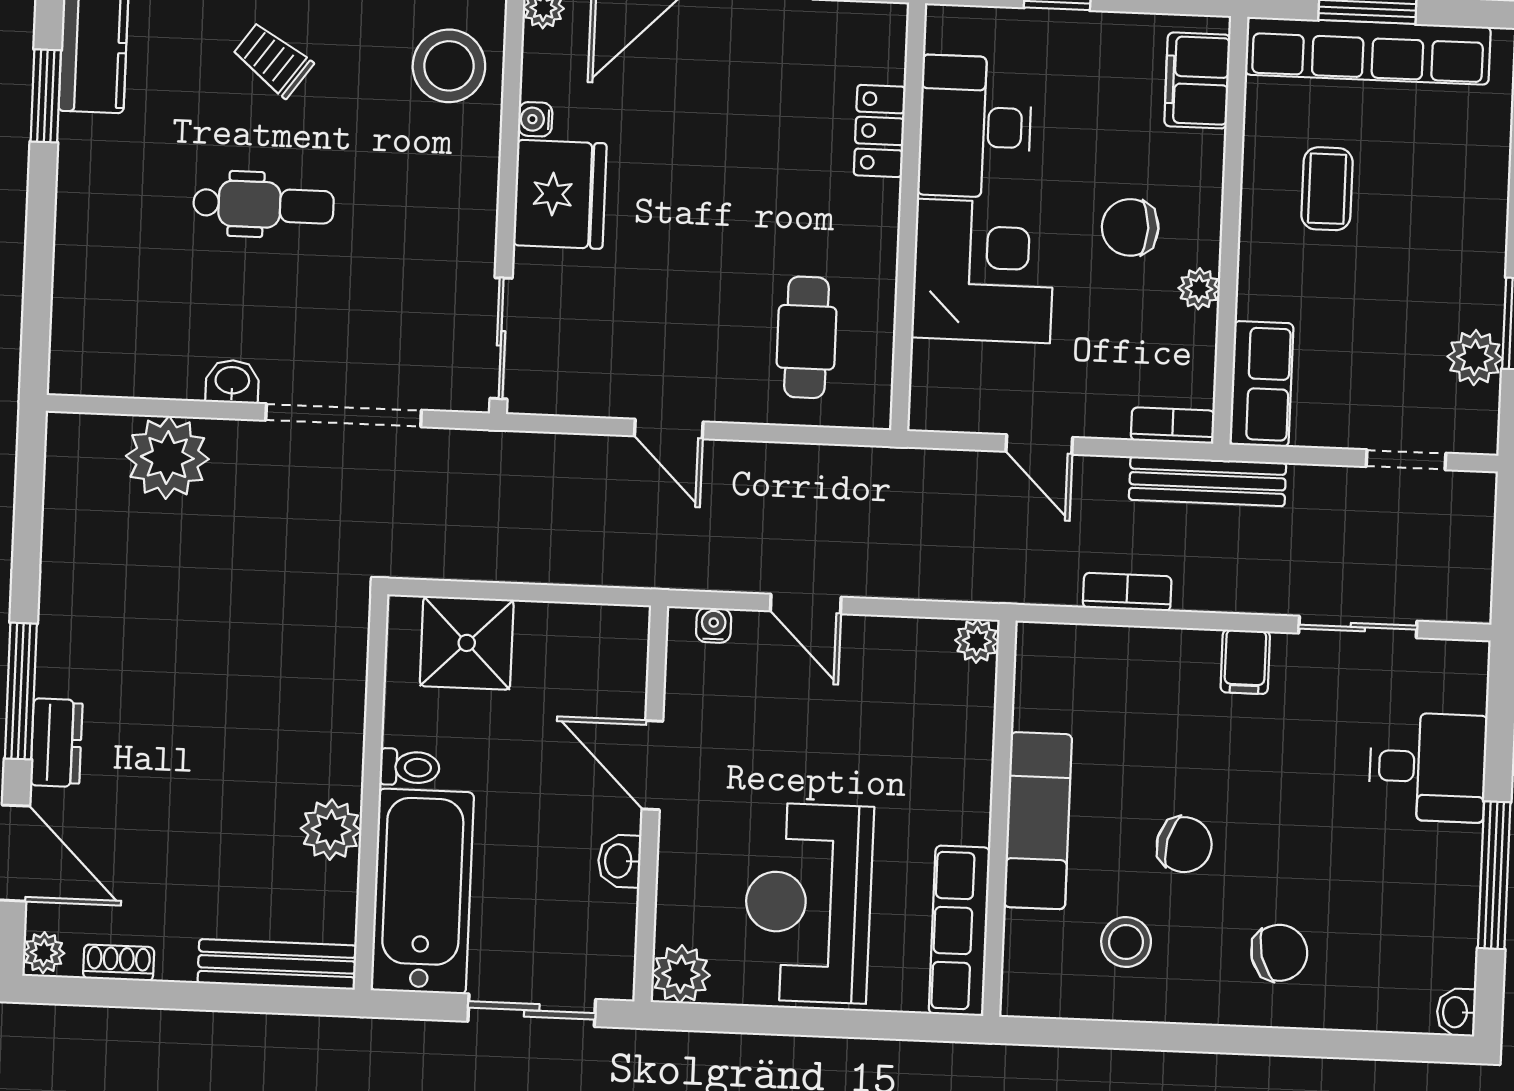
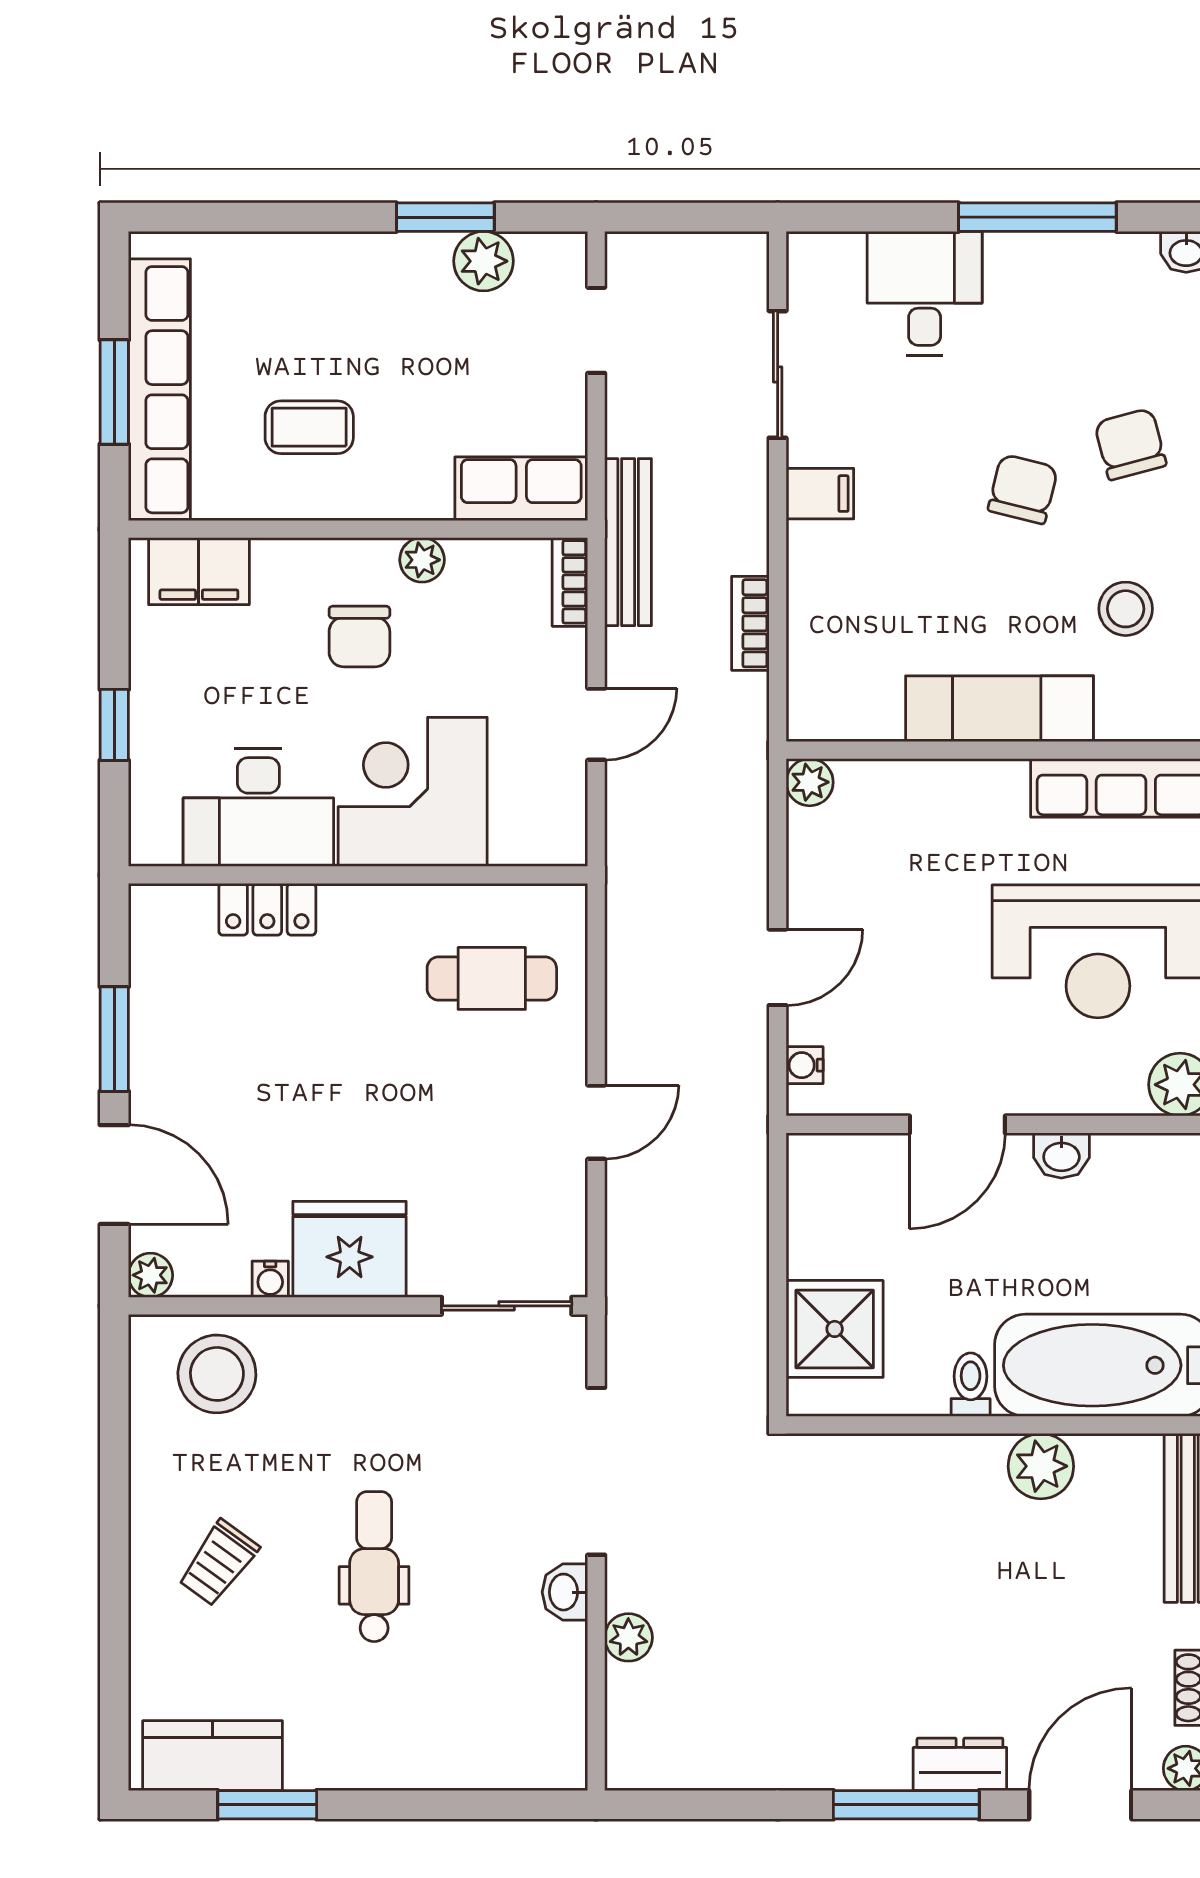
plant: (167, 458) -> (628, 1637), width x0.53, depth x0.53
chair: (1184, 845) -> (1023, 489), moved

